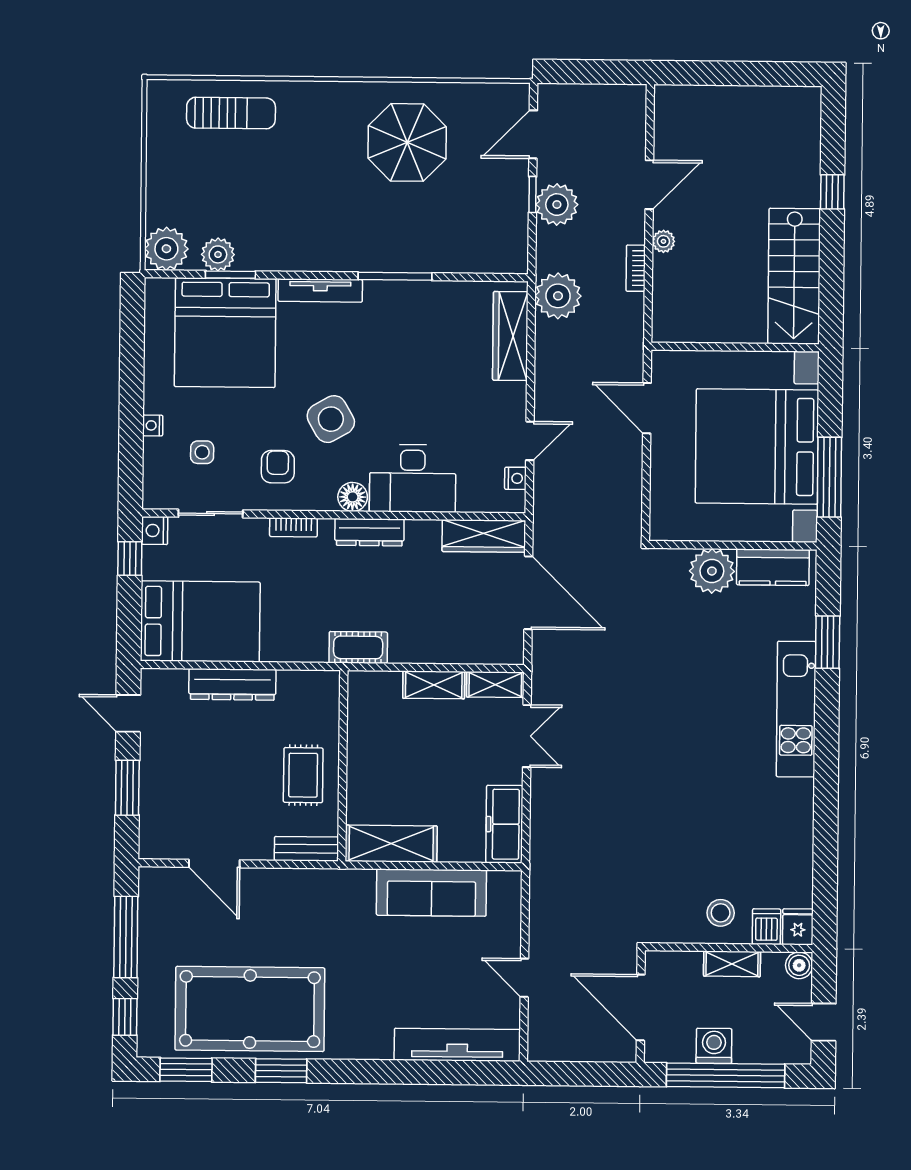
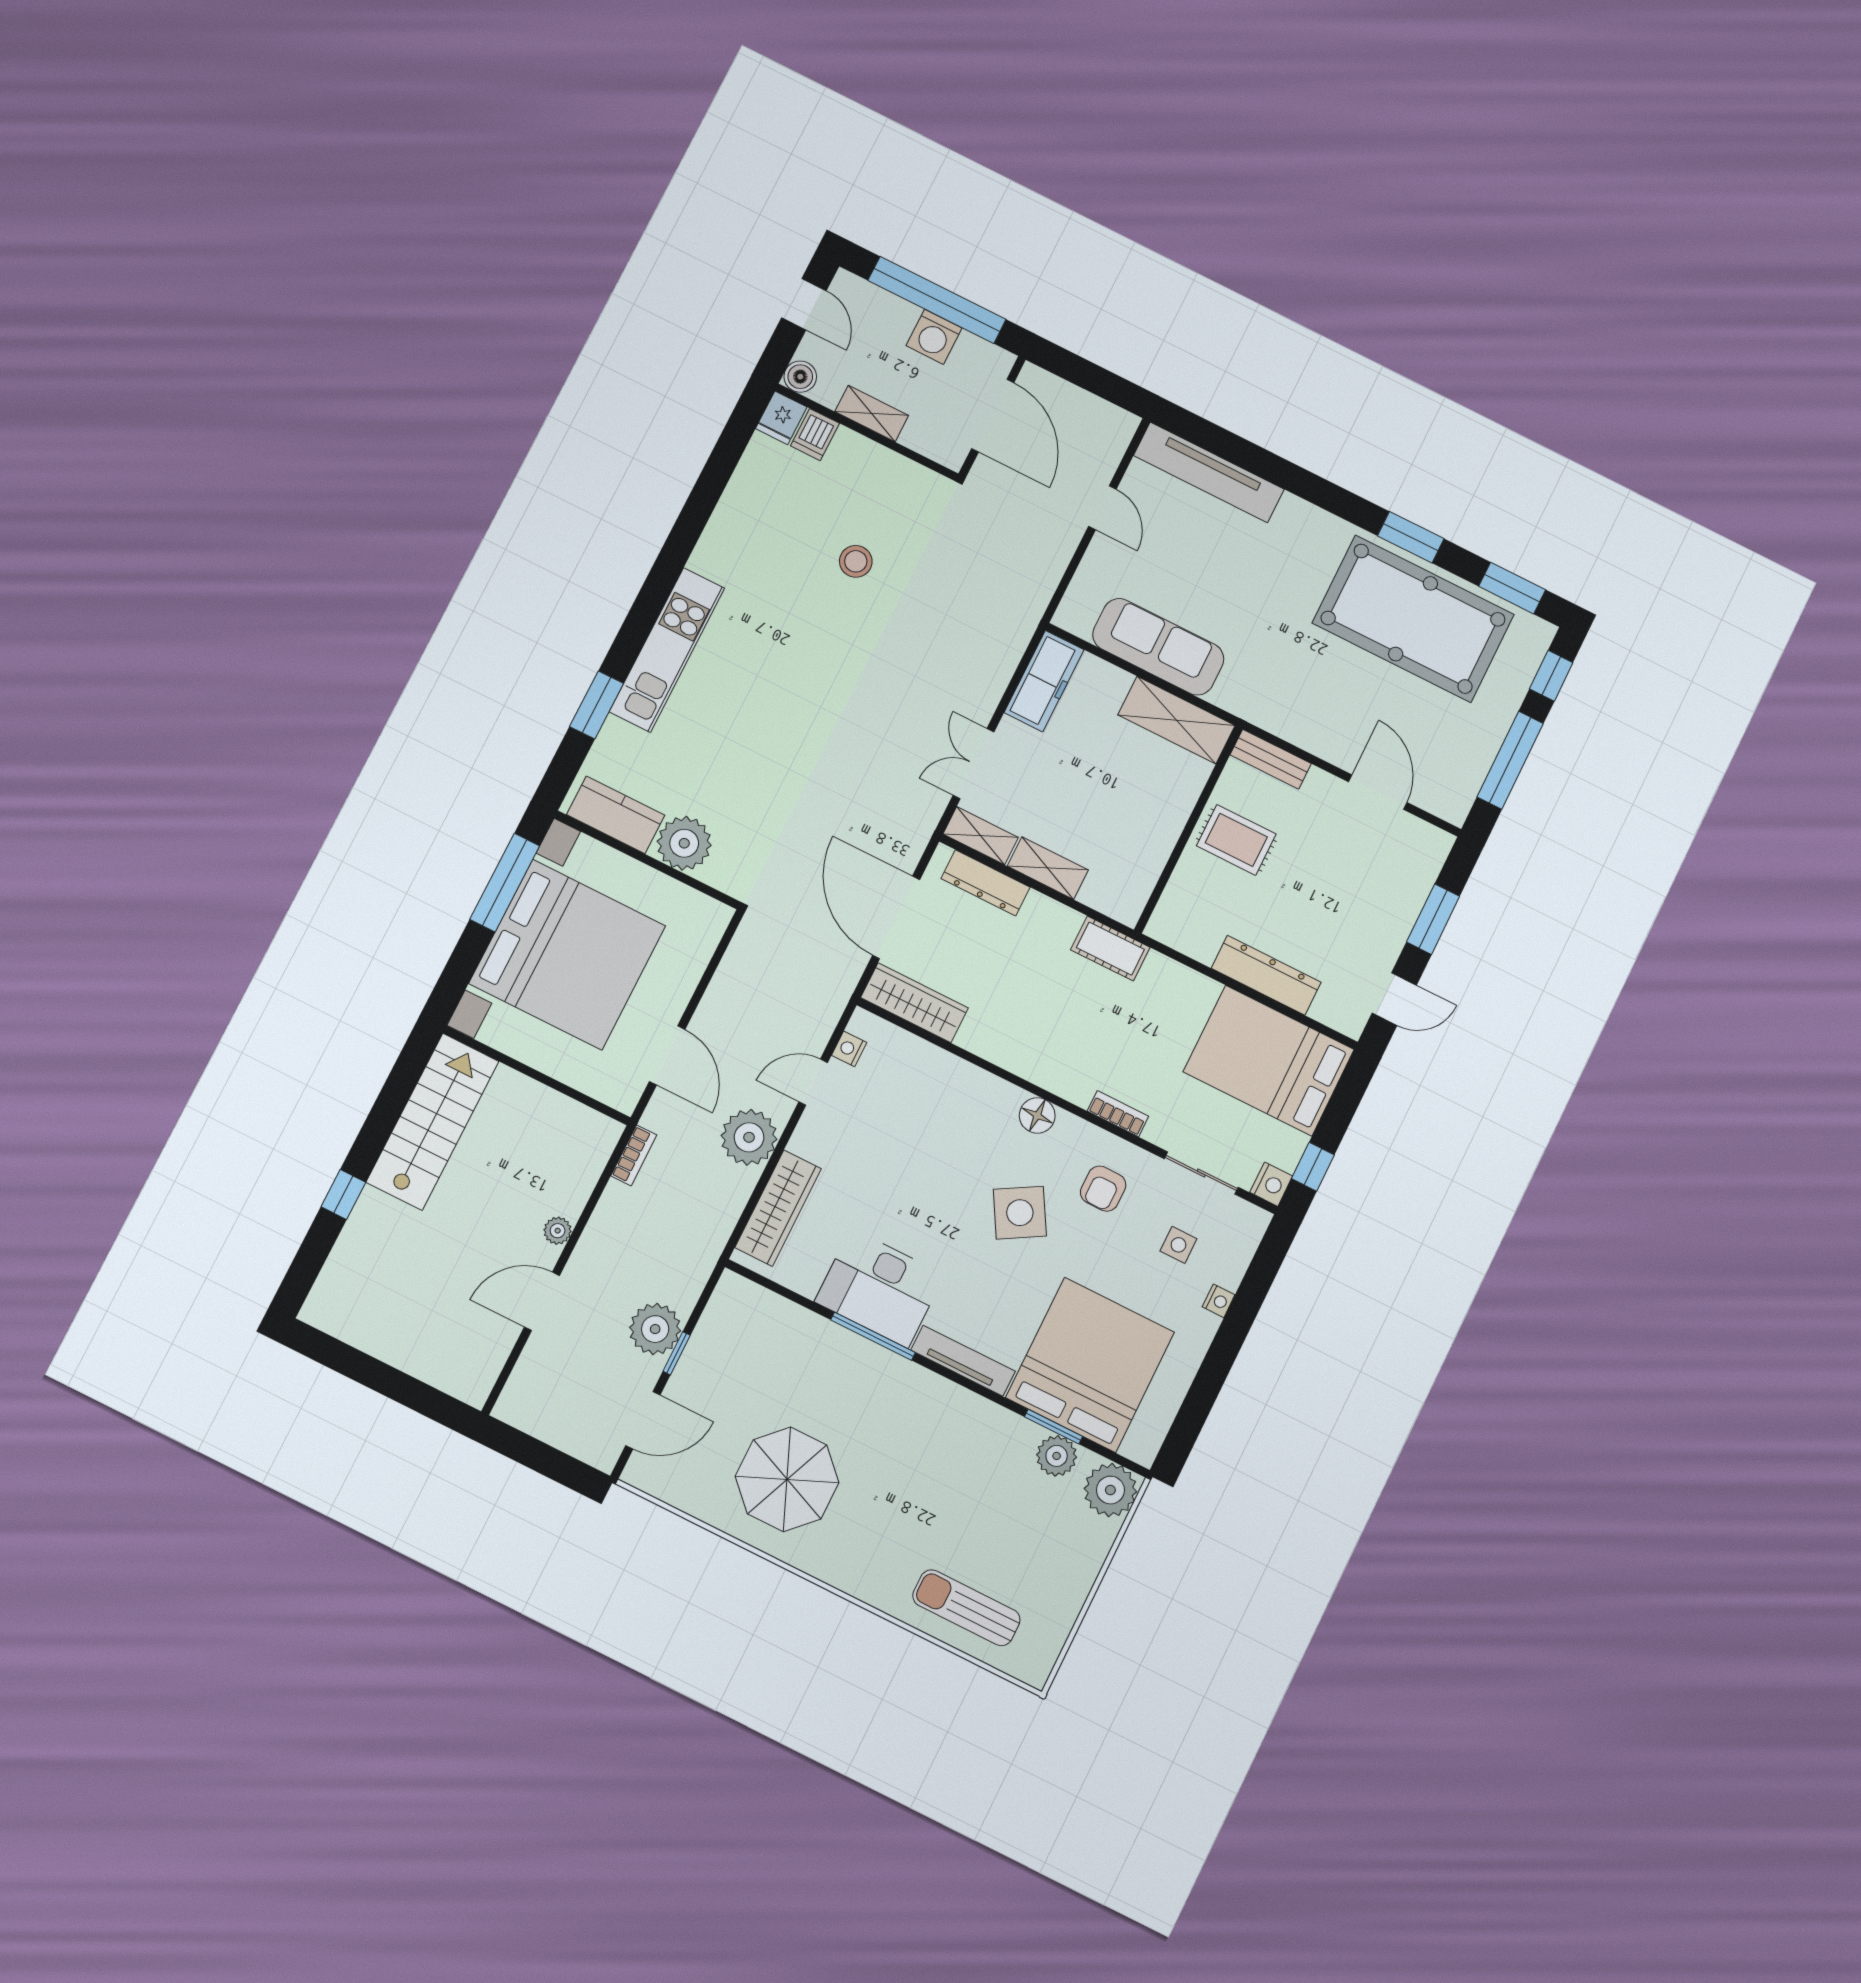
bookcase: (636, 268) -> (634, 1155), moved
plant: (558, 296) -> (749, 1137), moved
desk: (413, 478) -> (879, 1288), moved, turned 180
dresser: (369, 532) -> (985, 883), moved, turned 180
door: (128, 713) -> (1394, 999), hinge flipped
rug: (303, 775) -> (1236, 840), turned 90
stool: (721, 913) -> (856, 561), moved

